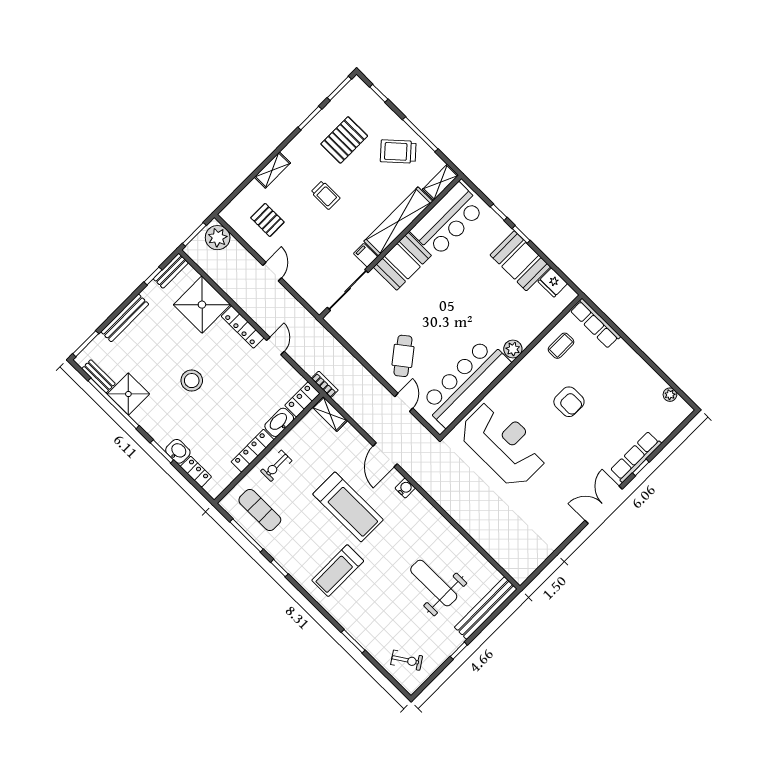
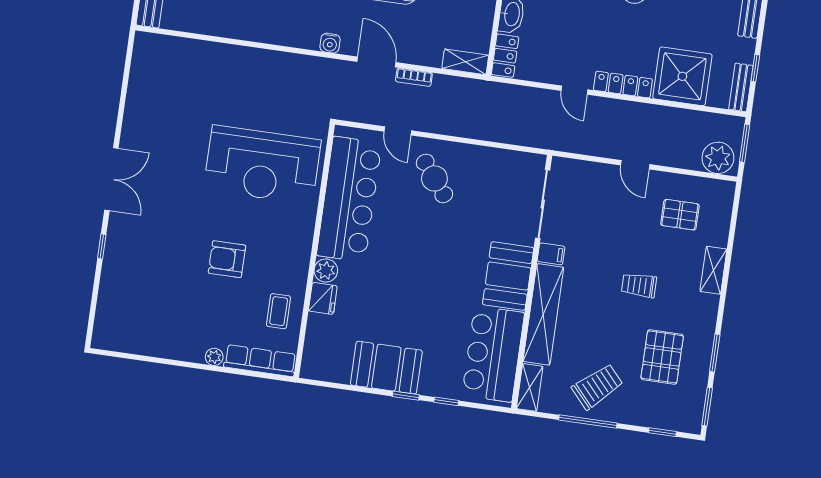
fridge: (553, 283) -> (323, 298), moved, turned 90
bookcase: (325, 384) -> (414, 77), moved
plant: (670, 395) -> (214, 357), moved
row of seats: (636, 457) -> (115, 254), removed

